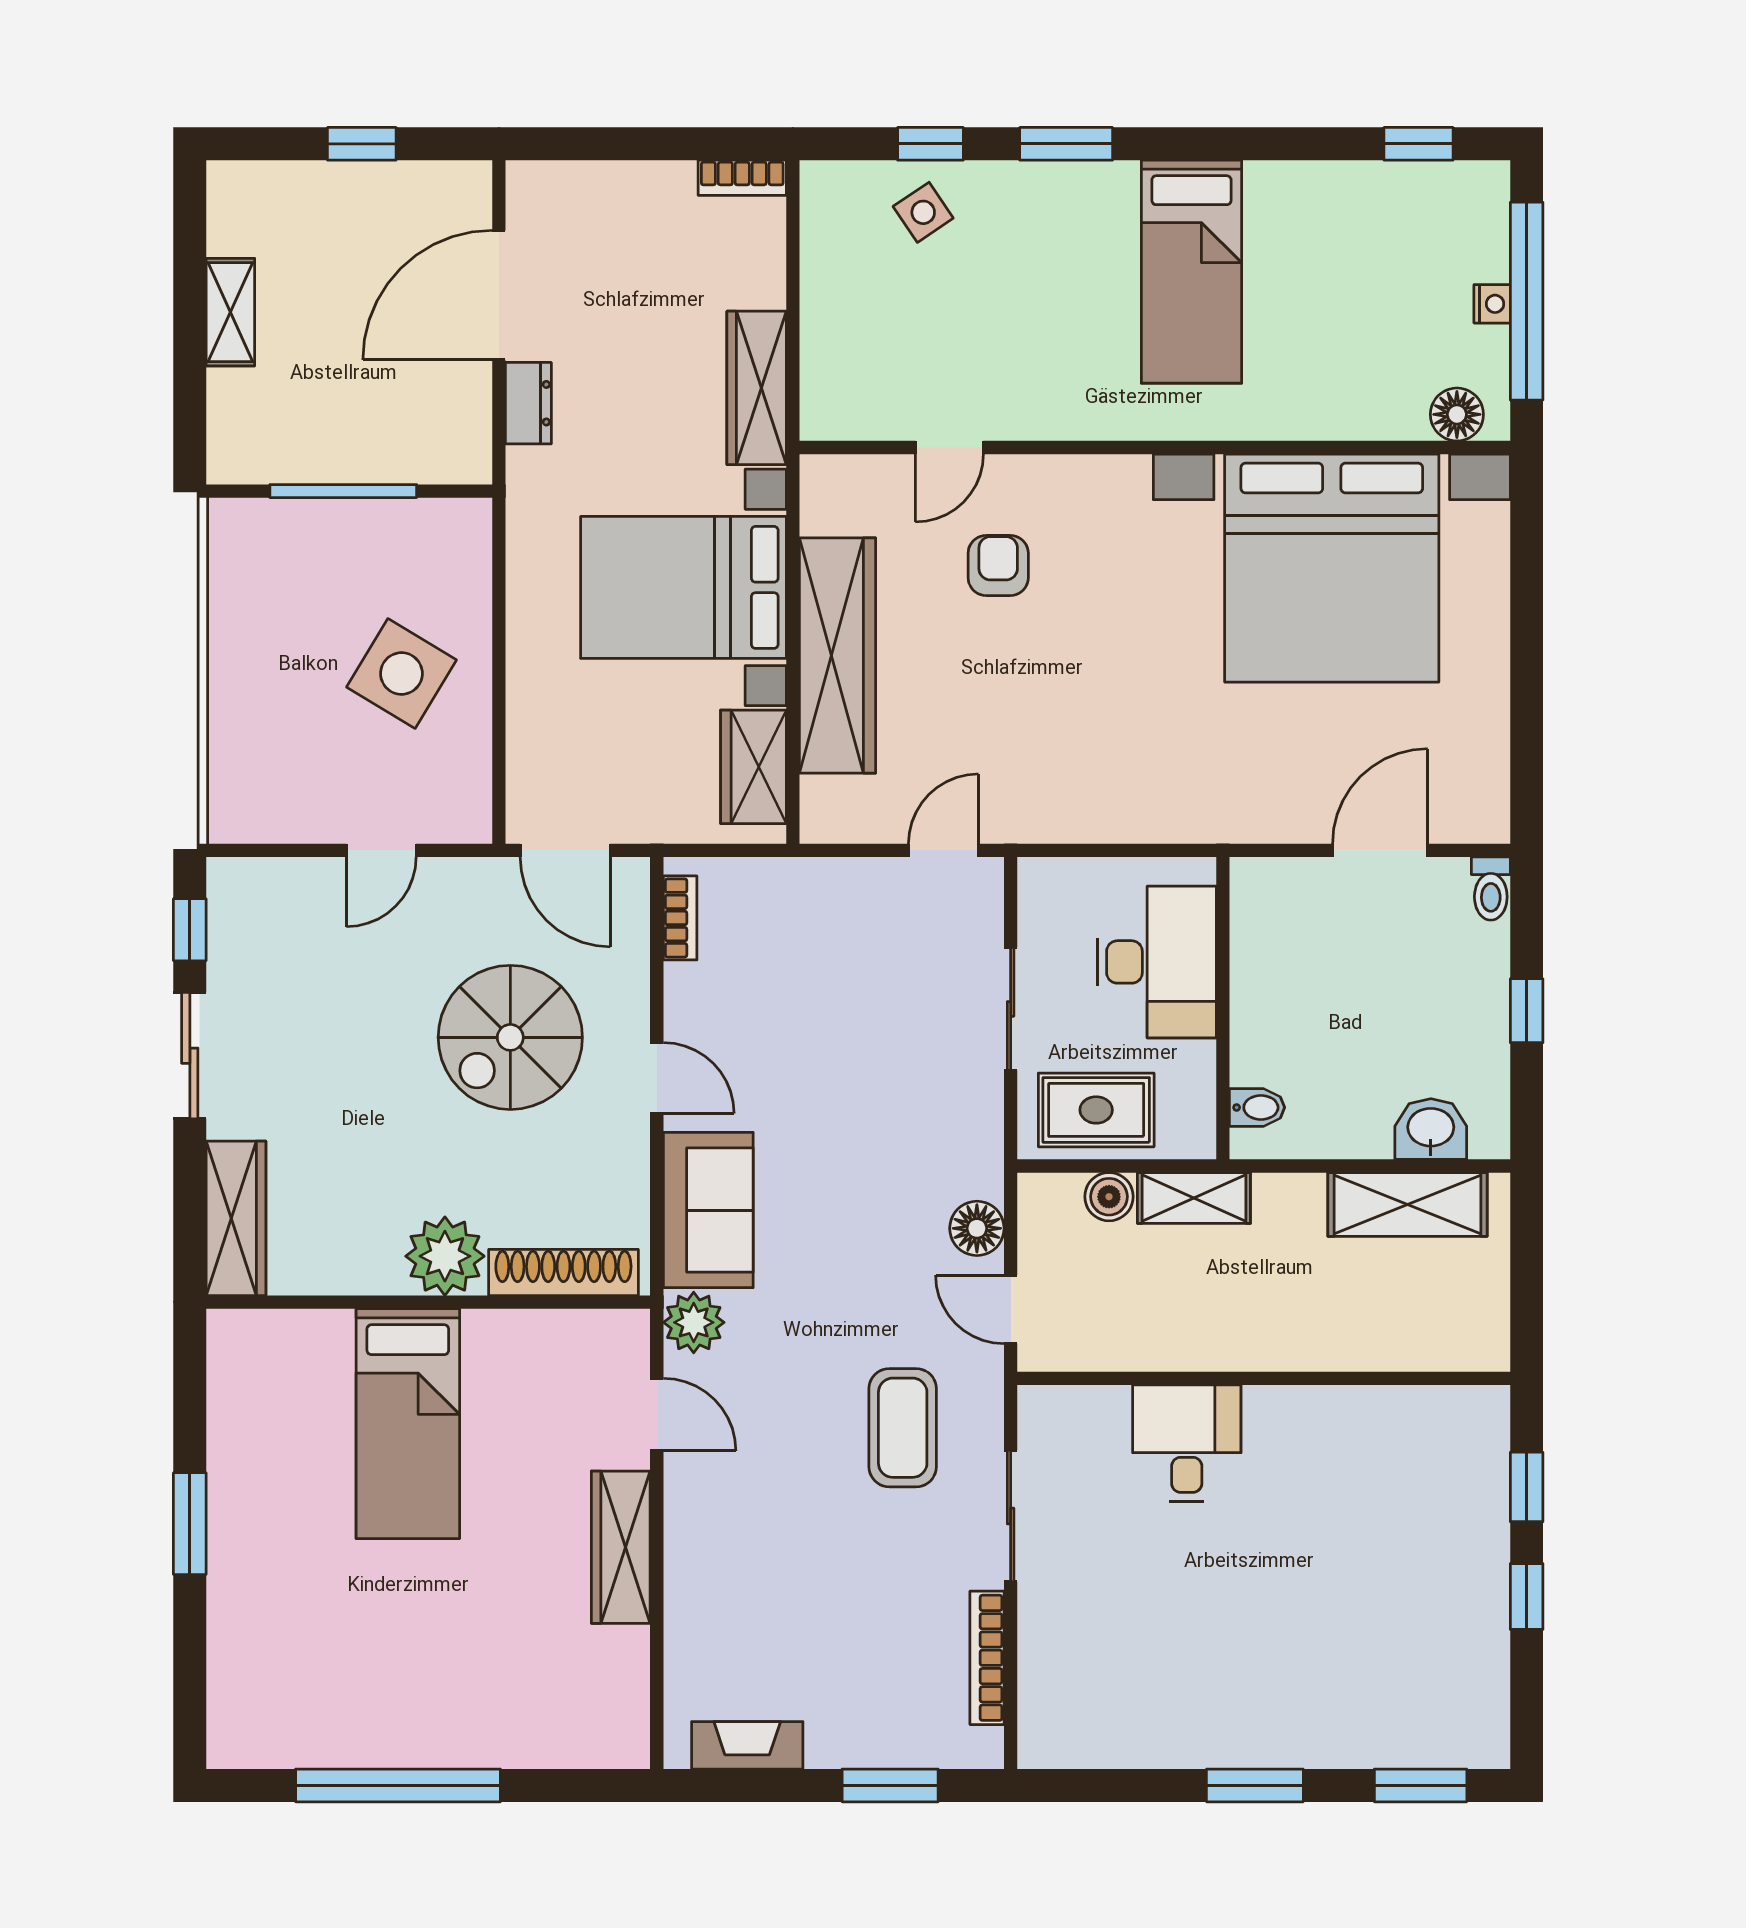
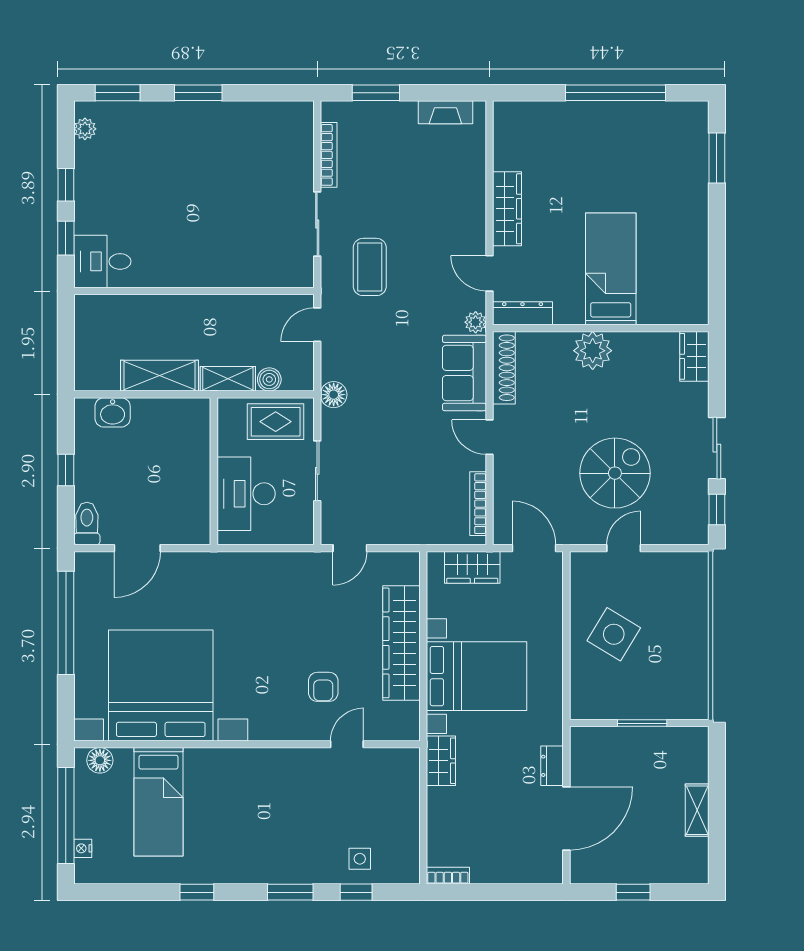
window: (1419, 144) -> (197, 892), moved
side table: (923, 212) -> (360, 859), turned 34
bed: (1191, 272) -> (158, 802), moved, turned 180
nightstand: (1492, 304) -> (83, 848), moved
wardrobe: (757, 388) -> (441, 761), width x0.67
window: (343, 491) -> (642, 723), width x0.69
window: (1527, 697) -> (66, 623), added
wardrobe: (753, 767) -> (472, 567), moved, turned 90
toilet: (1491, 889) -> (87, 524), width x1.37, depth x1.39
bookcase: (680, 918) -> (478, 504), width x1.56
spiral stairs: (510, 1037) -> (615, 473), moved
bidet: (1257, 1107) -> (197, 423), removed
shelving: (1408, 1204) -> (159, 376), moved
wardrobe: (236, 1218) -> (694, 356), width x0.67
floor lamp: (977, 1228) -> (334, 395), moved
shoe rack: (563, 1272) -> (504, 368), moved, turned -90
door: (1011, 1309) -> (317, 325), swing flipped
plant: (694, 1322) -> (476, 322), width x0.73, depth x0.73
dresser: (589, 1333) -> (523, 313), added
desk: (1187, 1443) -> (102, 261), moved, turned 90
window: (190, 1524) -> (717, 158), moved
plant: (1488, 1711) -> (85, 129), added

